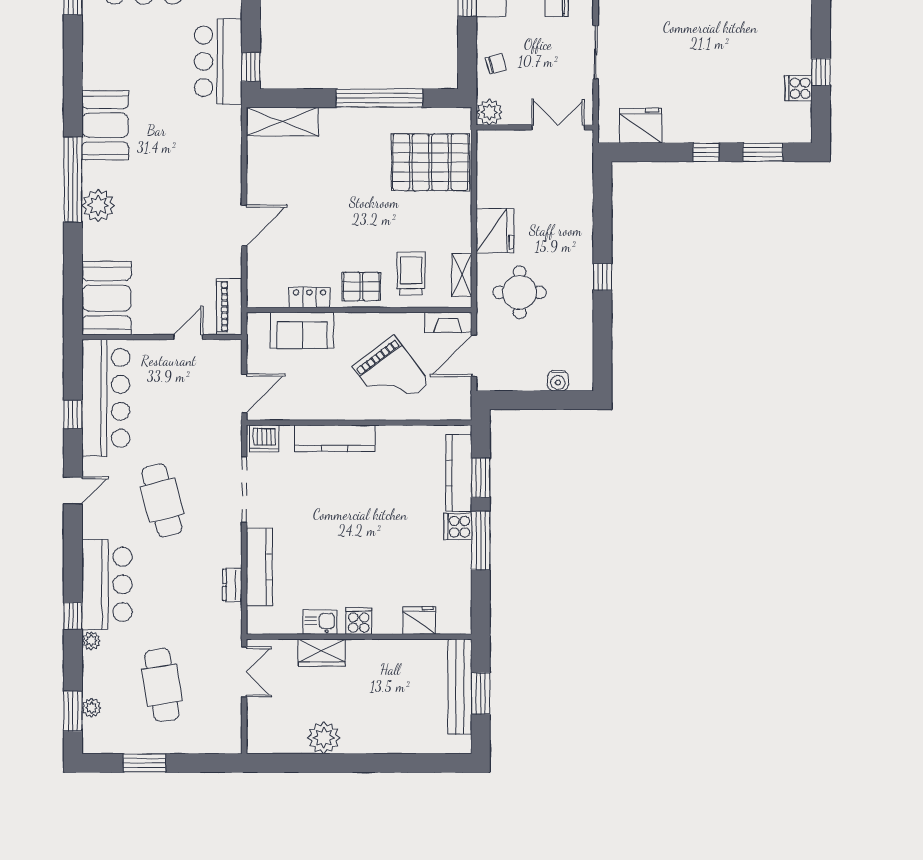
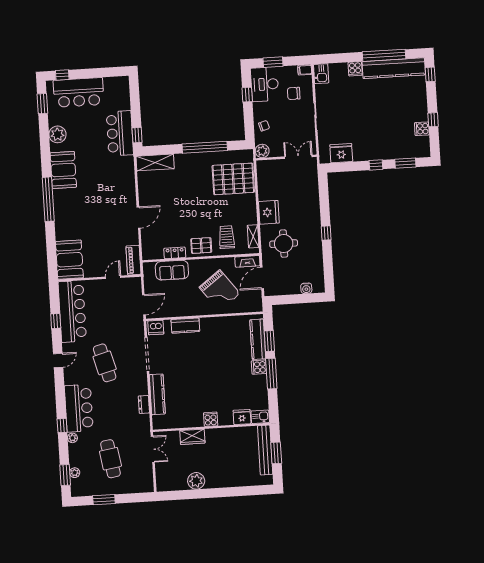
plant: (98, 205) -> (57, 134), moved
kitchen counter: (335, 438) -> (185, 326), width x0.67
kitchen sink: (320, 622) -> (260, 417), moved

